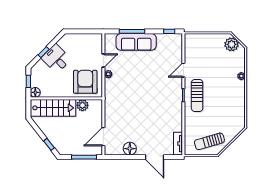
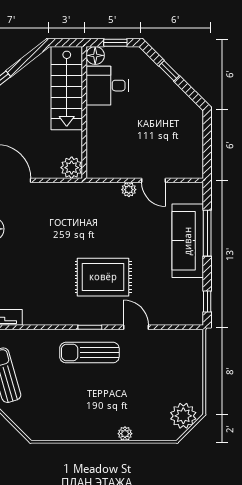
desk: (56, 59) -> (107, 86), moved, turned -135
armchair: (85, 82) -> (115, 147), removed
rug: (156, 88) -> (103, 277), added
plant: (82, 105) -> (72, 168), moved

